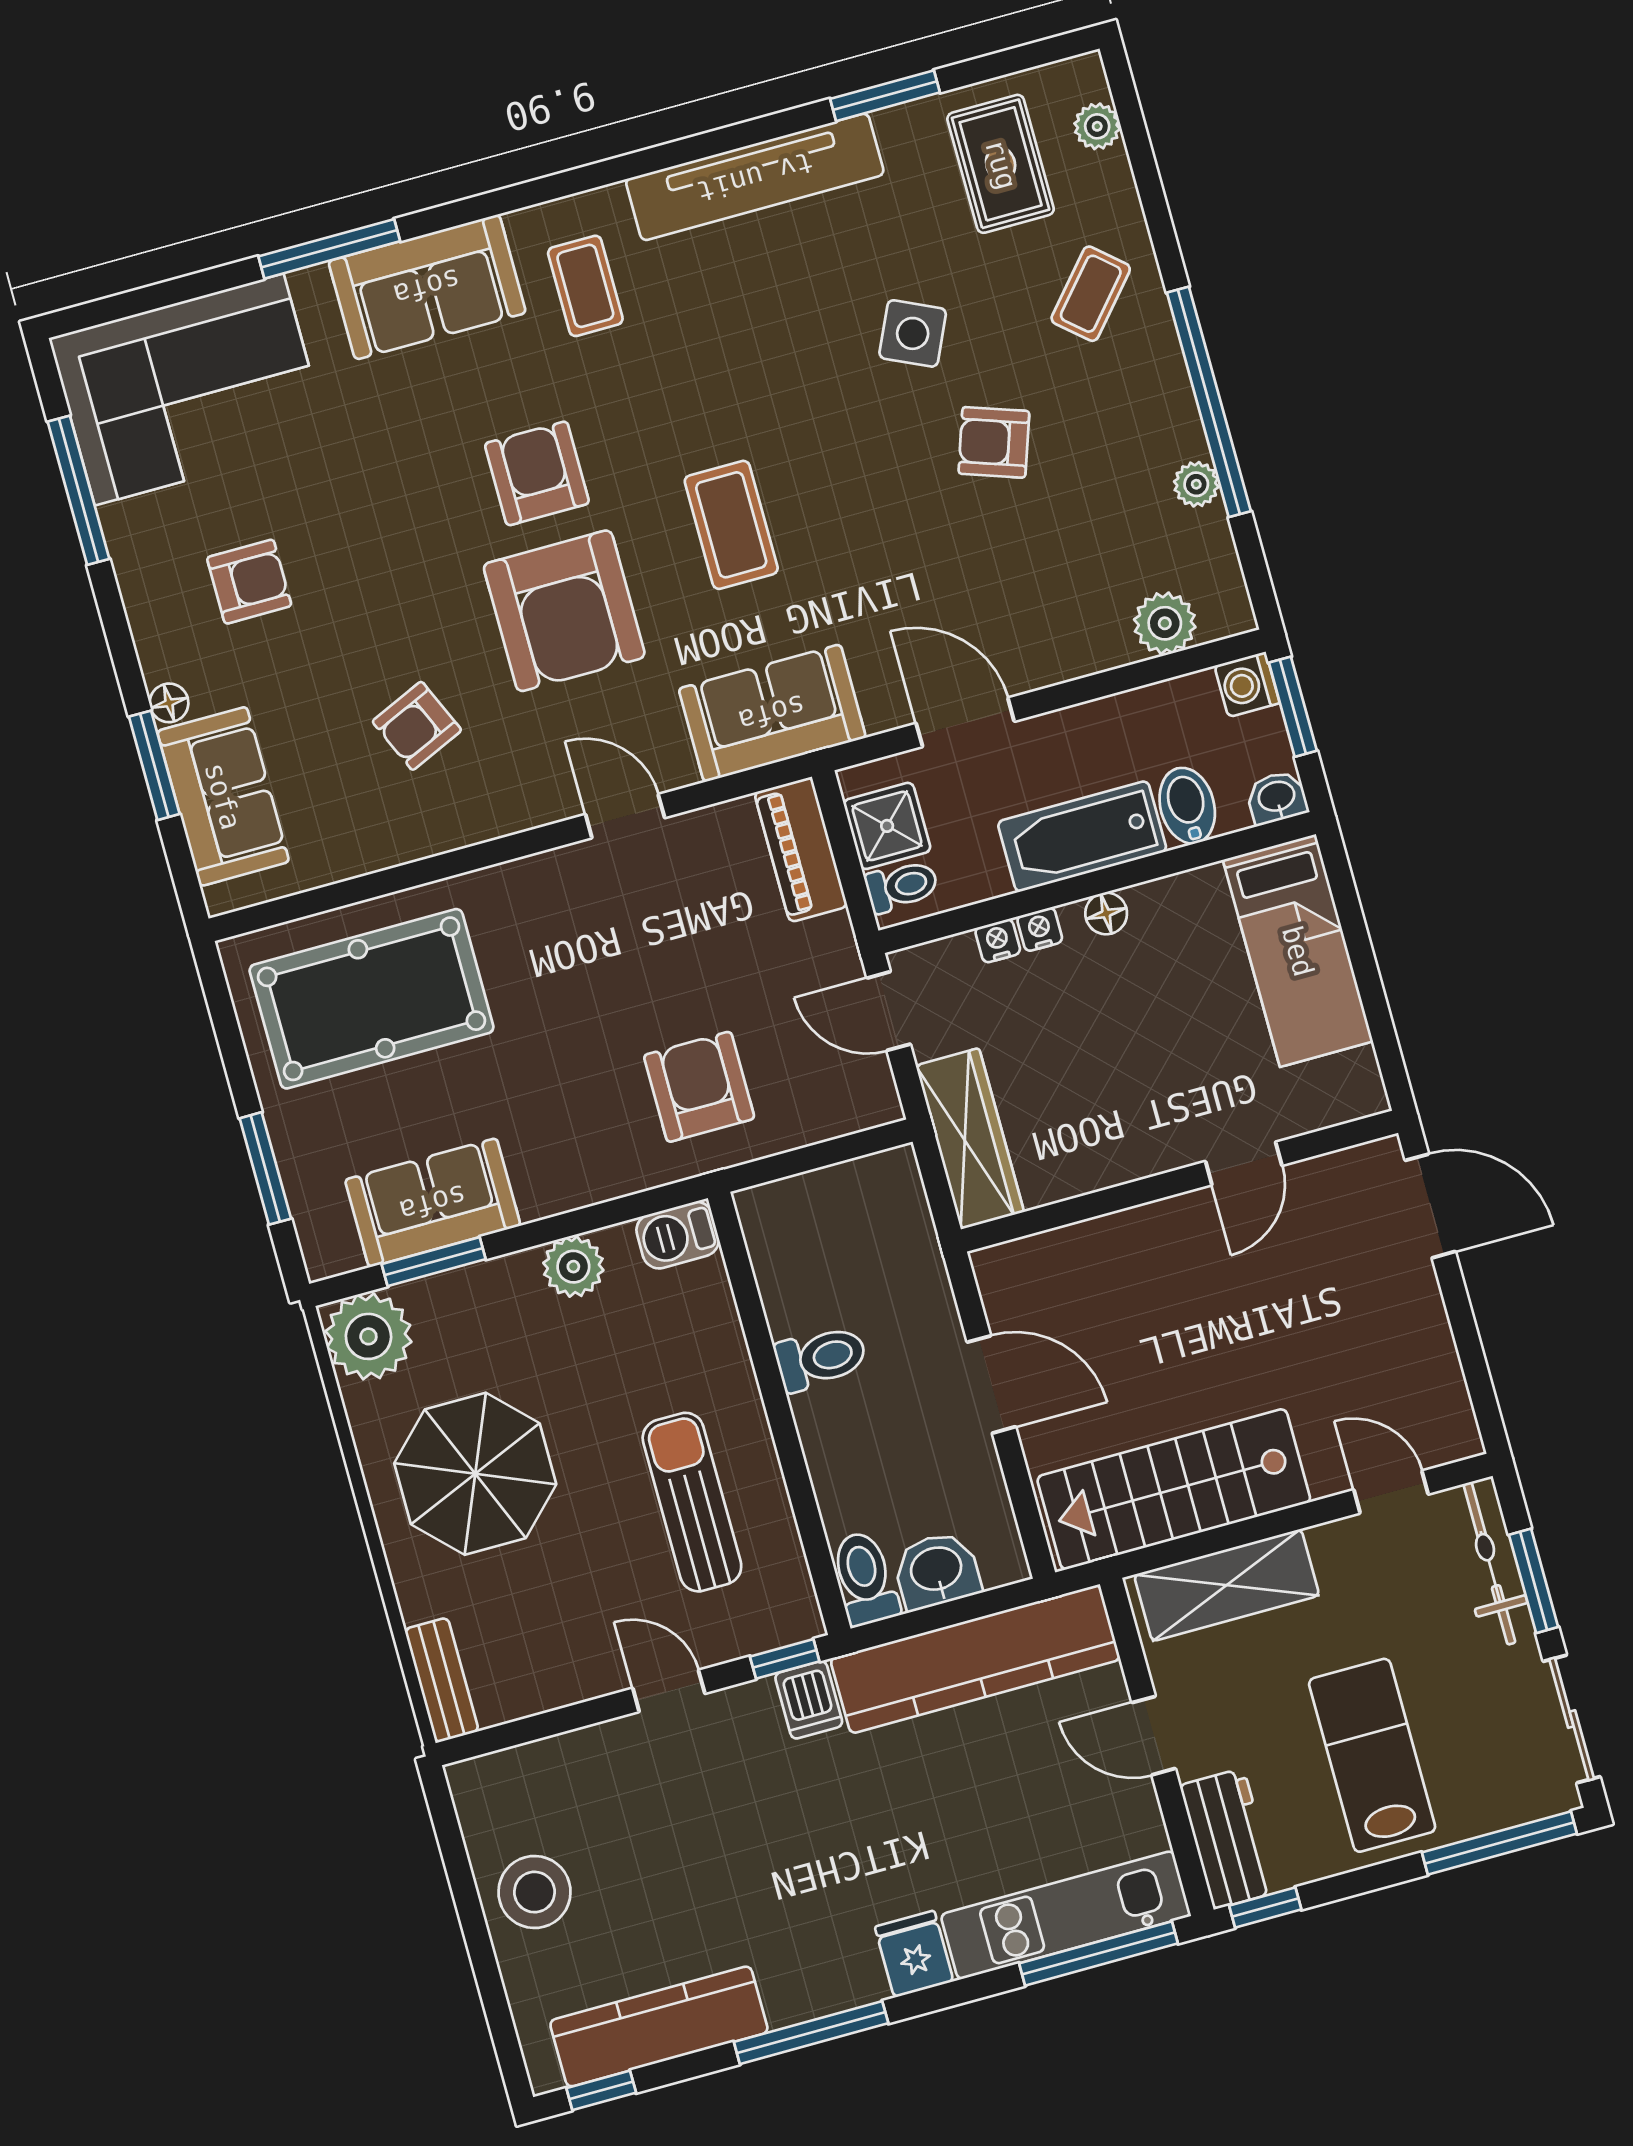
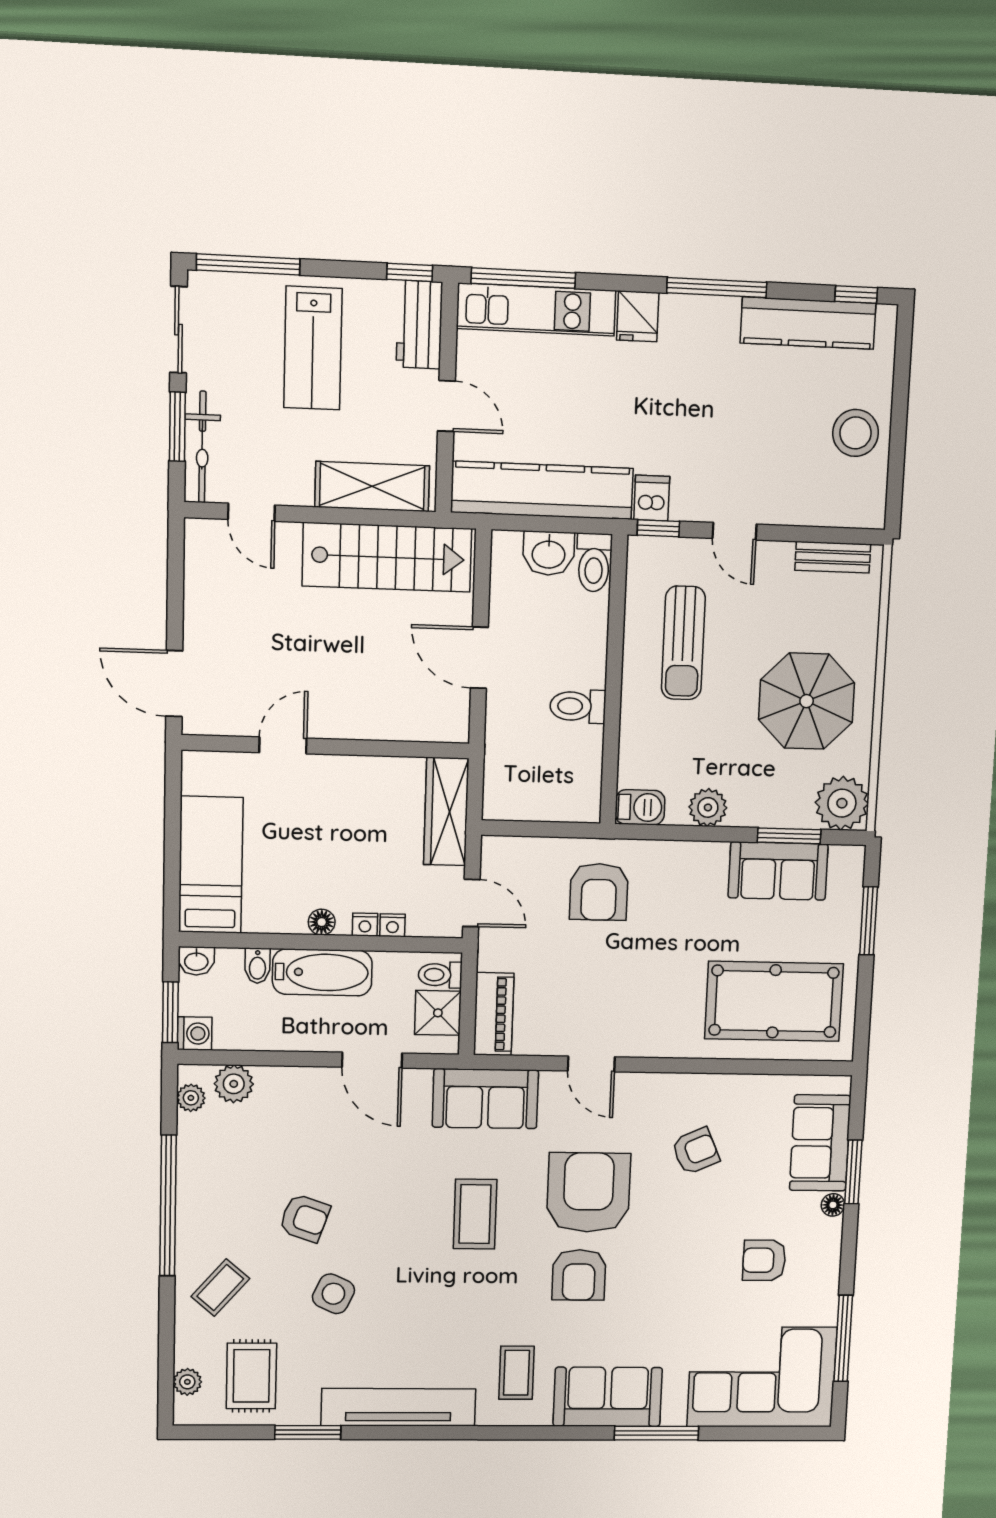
plant: (1196, 484) -> (191, 1098), moved
bidet: (1187, 806) -> (257, 966), width x0.72, depth x0.74
bench: (442, 1680) -> (833, 557), moved, turned 90

